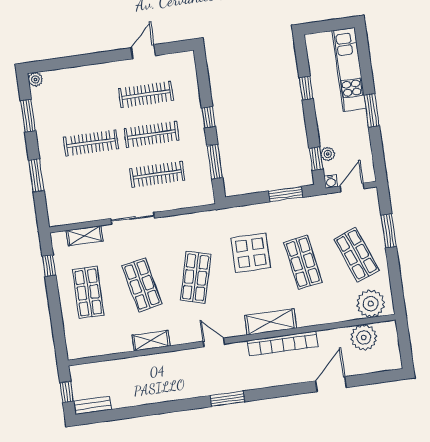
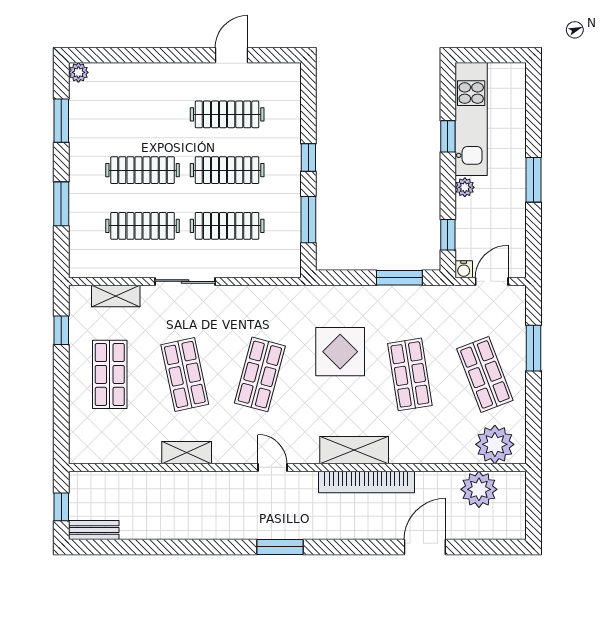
kitchen unit: (349, 69) -> (471, 119), moved, turned 180
plant: (328, 154) -> (465, 187), moved
clothes rail: (97, 183) -> (143, 226), added

